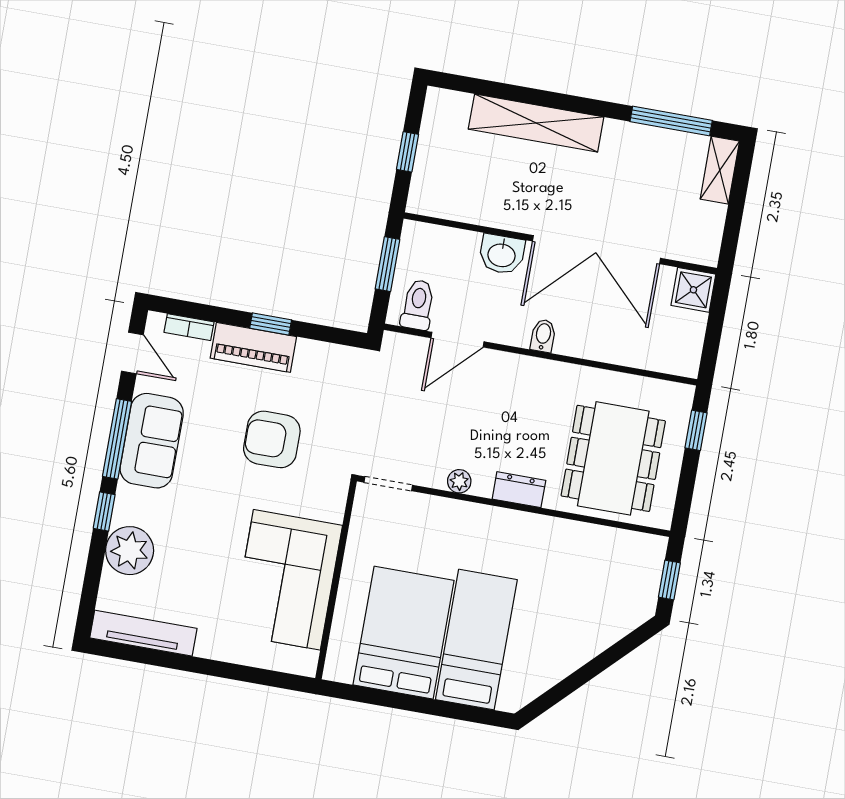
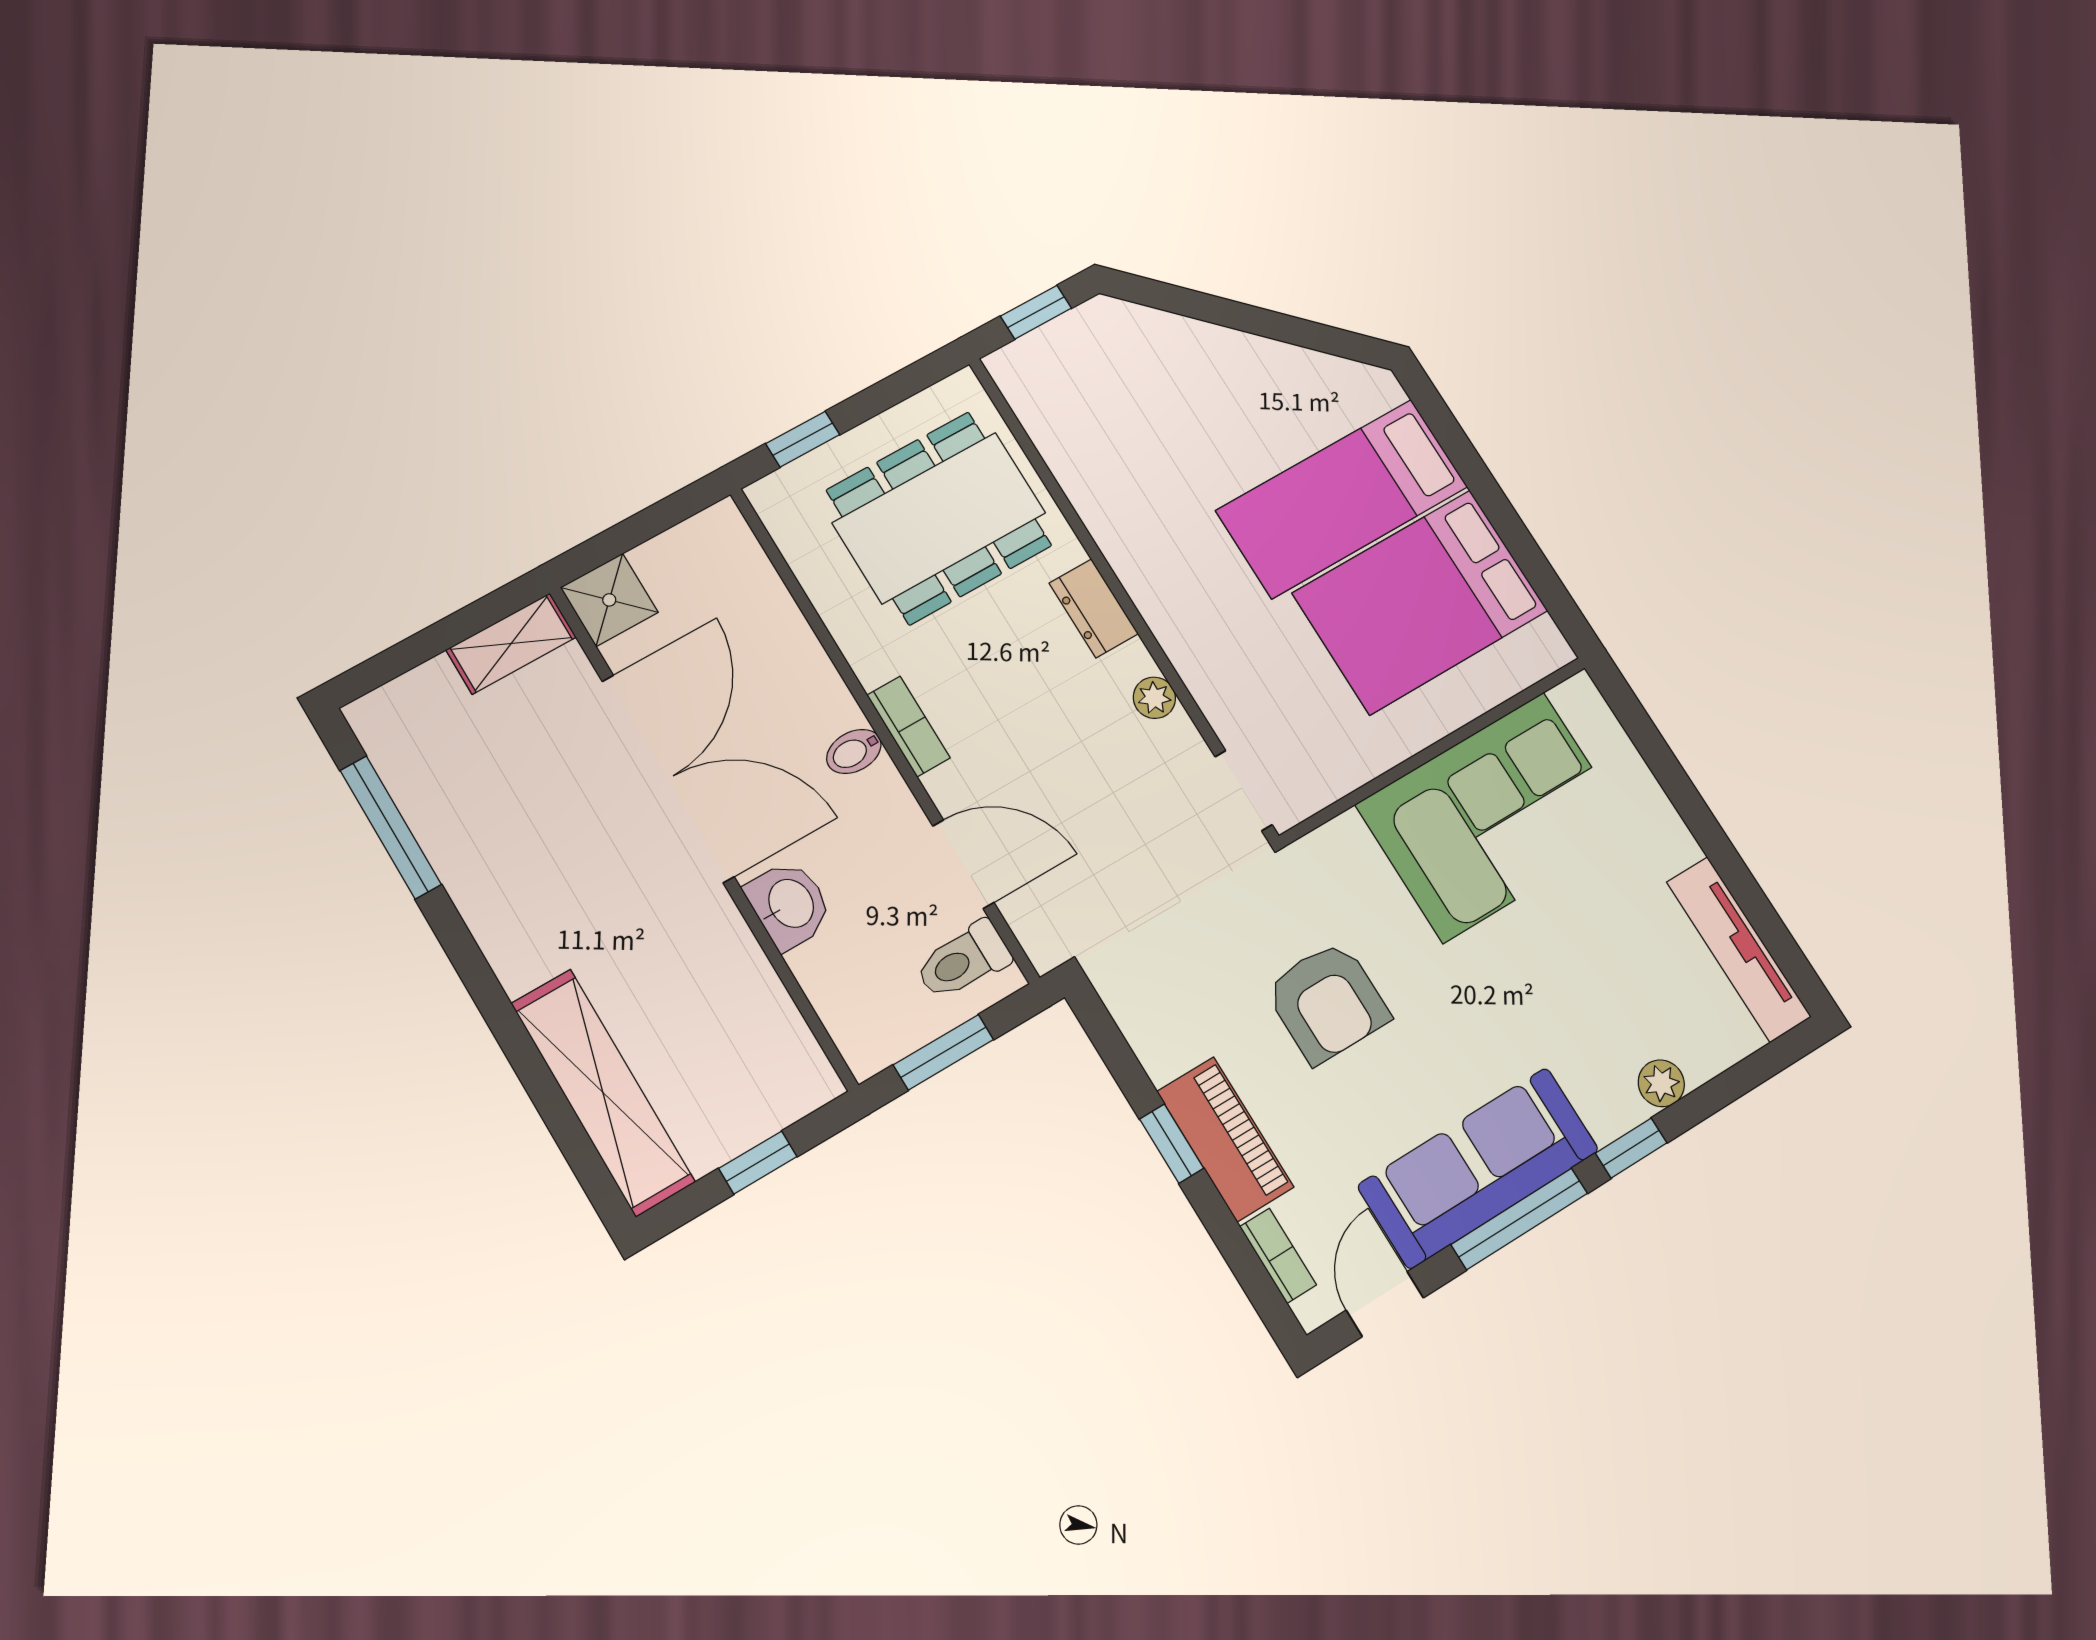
shelving: (536, 123) -> (603, 1093), moved
shelving: (720, 170) -> (511, 643), moved
bookcase: (535, 367) -> (908, 726), added
sofa: (152, 441) -> (1478, 1168), width x1.36
plant: (130, 551) -> (1661, 1083), width x0.53, depth x0.53

